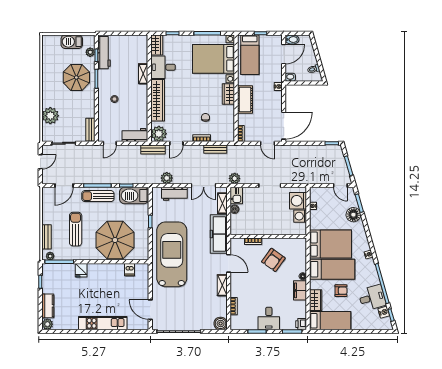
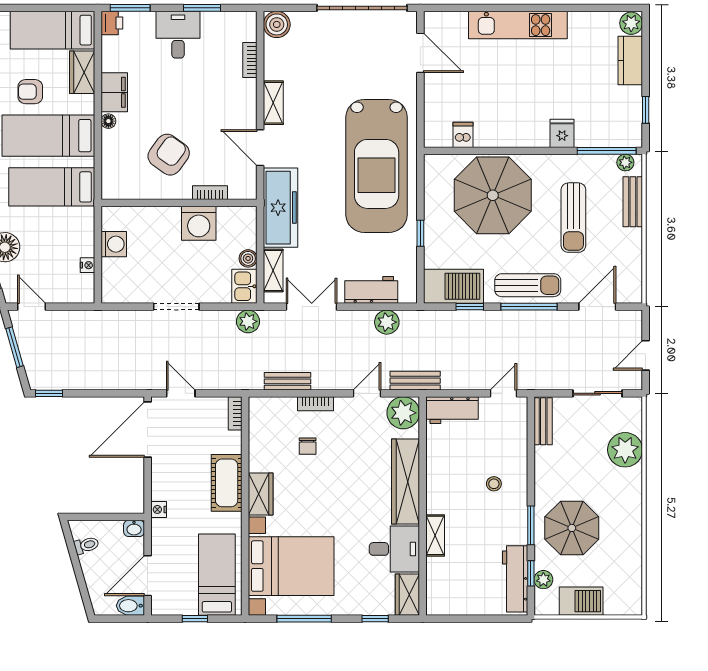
washing machine: (298, 201) -> (199, 223), moved, turned 90
bed: (331, 244) -> (52, 187), width x0.67

